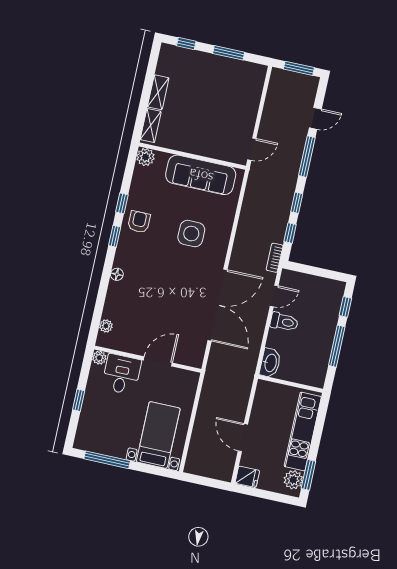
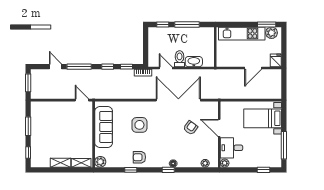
window: (115, 236) -> (168, 170), moved
armchair: (169, 315) -> (190, 128), added
washbasin: (270, 363) -> (194, 62), moved
window: (79, 400) -> (263, 170), moved

